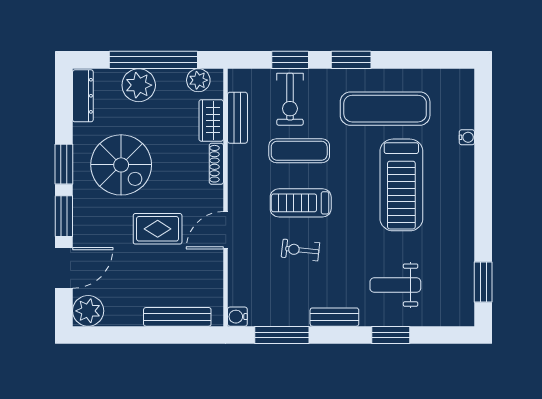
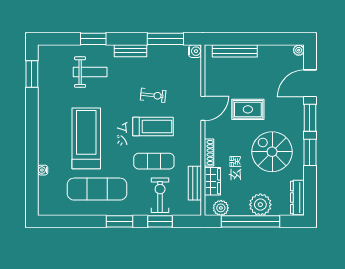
plant: (88, 311) -> (299, 50), width x0.53, depth x0.53

